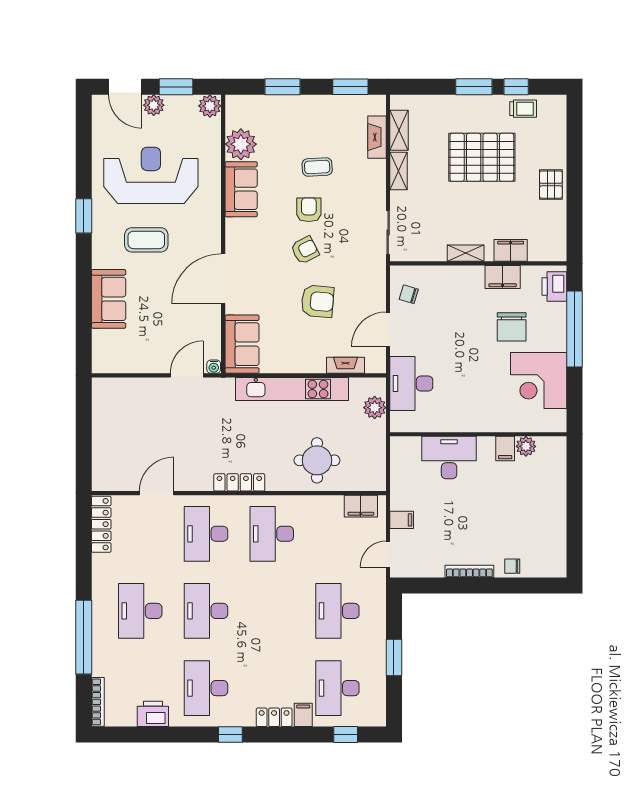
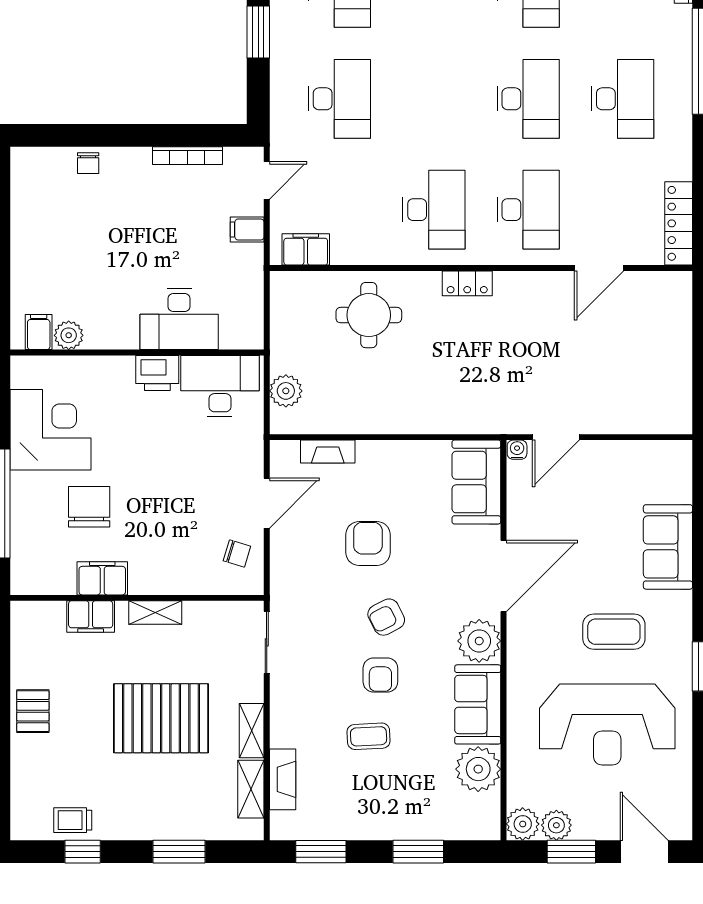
window: (474, 87) -> (179, 852), moved
plant: (154, 105) -> (556, 825), moved
pallet: (482, 157) -> (161, 718), moved
plant: (240, 233) -> (479, 641), added
printer: (554, 286) -> (157, 373), moved, turned 90
armchair: (318, 301) -> (368, 544), turned 85
desk: (411, 384) -> (220, 386), moved, turned -90
kitchen unit: (292, 389) -> (405, 418), removed
filing cabinet: (505, 449) -> (39, 332), moved
locker: (239, 482) -> (467, 283), width x0.66
chair: (512, 566) -> (88, 163), turned 90
bookcase: (469, 571) -> (187, 156), moved

